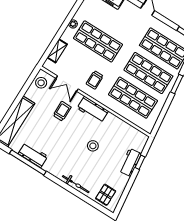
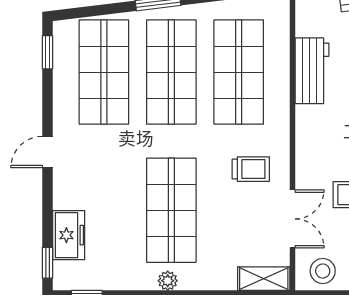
shelving: (57, 51) -> (264, 279), moved
workbench: (93, 110) -> (312, 71), moved

